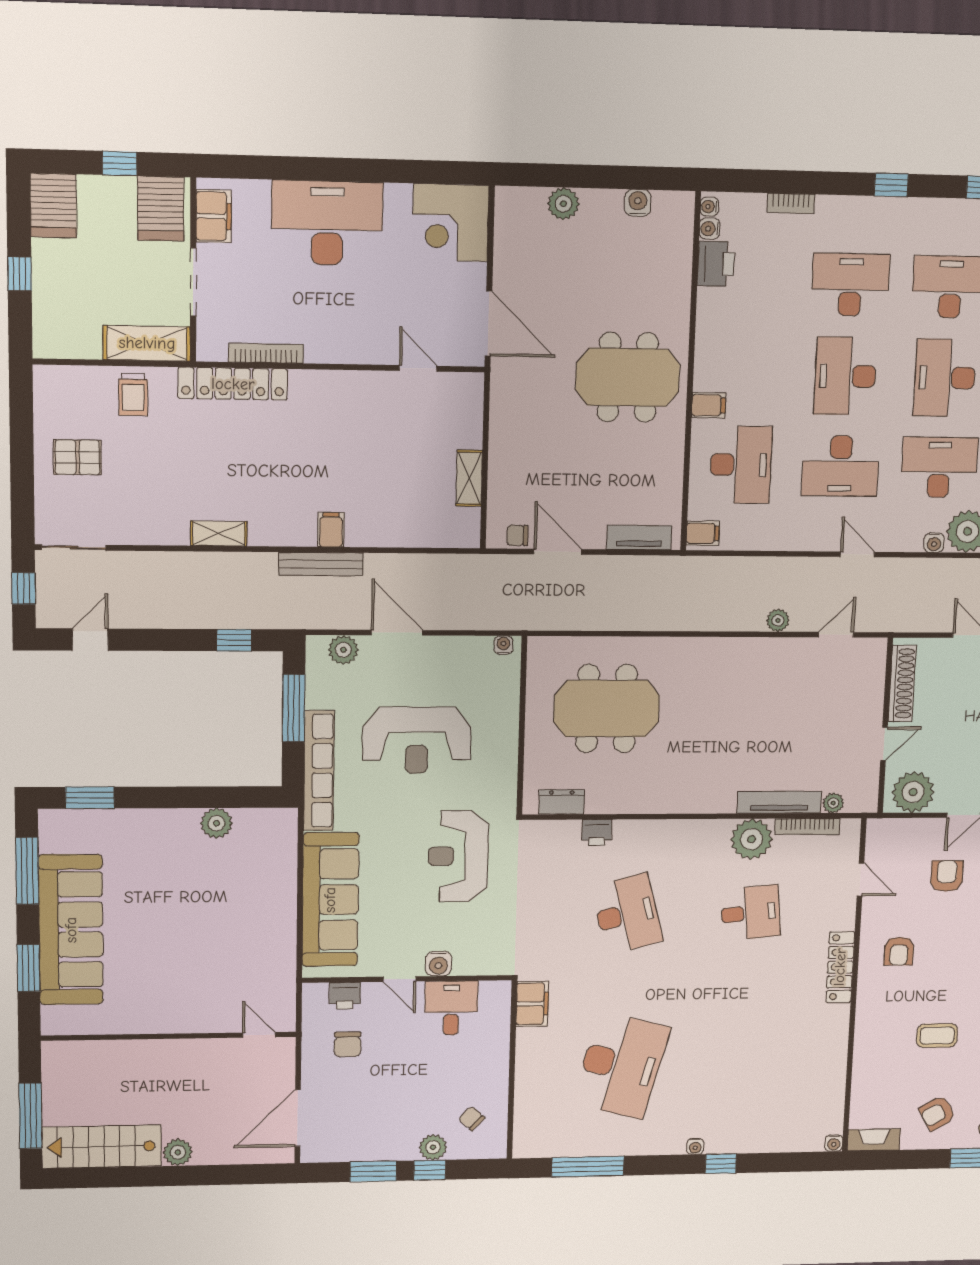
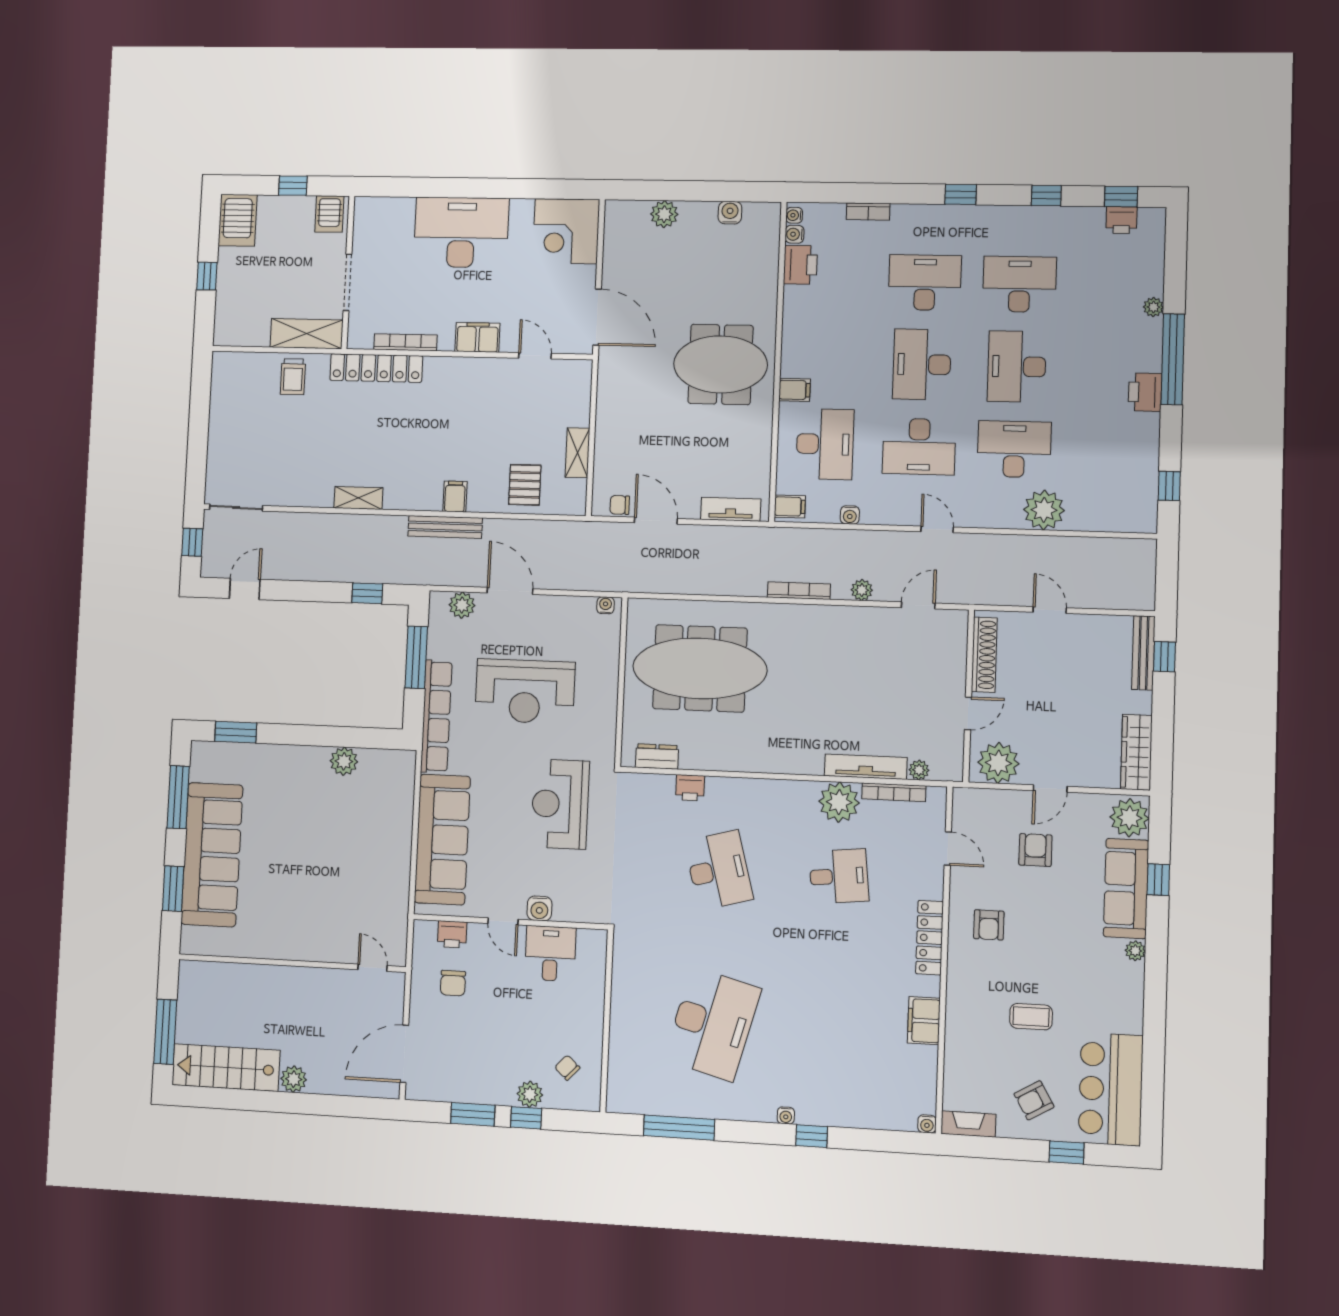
server rack: (161, 209) -> (329, 214), width x0.73, depth x0.70
filing cabinet: (214, 216) -> (477, 337), moved, turned -90
pallet: (77, 457) -> (525, 485), moved, turned 90
water cooler: (934, 543) -> (850, 515), moved
bookcase: (712, 623) -> (799, 591), added
meeting table: (606, 708) -> (700, 668), width x1.36
filing cabinet: (532, 1004) -> (924, 1021), moved, turned 180

